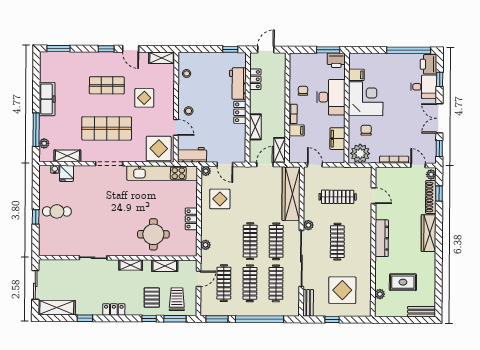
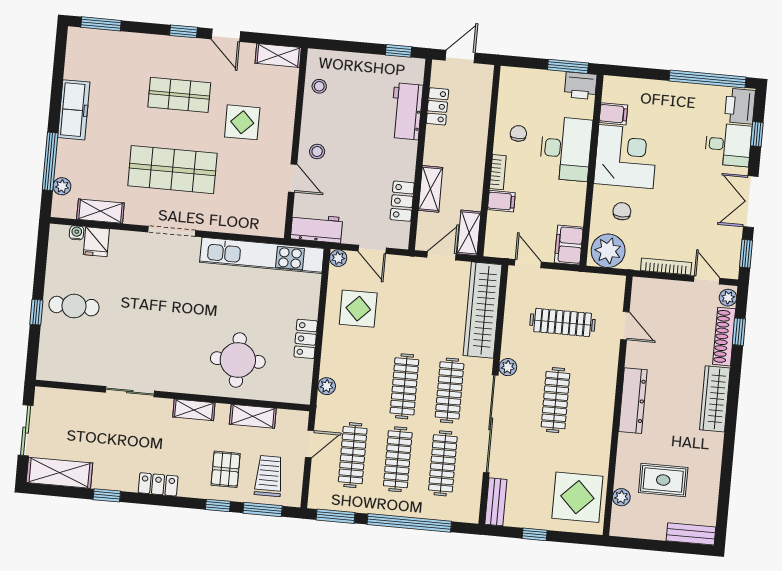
locker: (240, 112) -> (402, 201), moved
filing cabinet: (337, 139) -> (569, 245), moved
display table: (159, 149) -> (260, 212), removed
display table: (342, 290) -> (577, 497), moved

